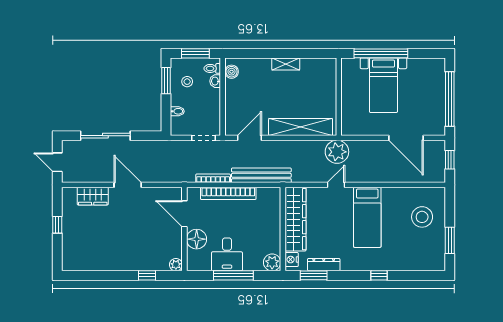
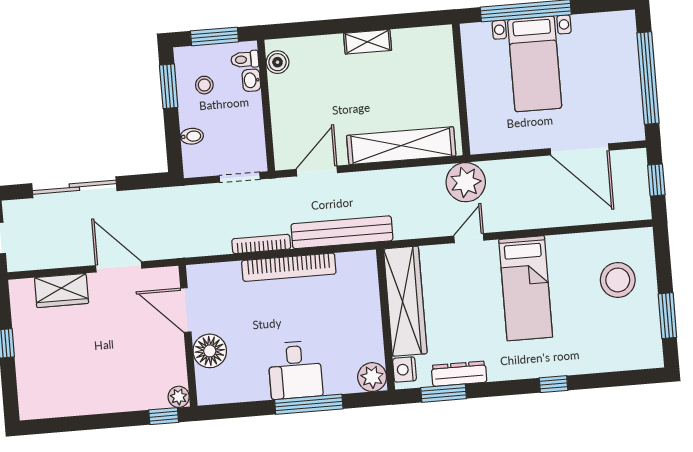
door: (184, 214) -> (186, 310), moved
wall: (184, 229) -> (188, 336), moved
floor lamp: (197, 239) -> (210, 351), moved
plant: (176, 265) -> (179, 397), moved

